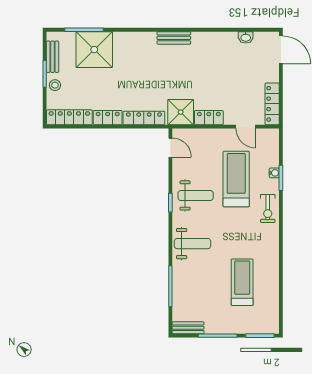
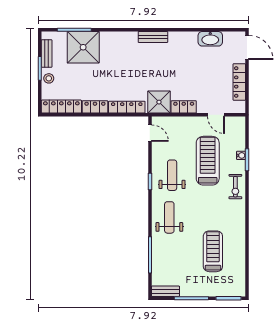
washbasin: (246, 37) -> (210, 39), width x1.91, depth x1.45
locker: (272, 104) -> (239, 82), moved
weight bench: (196, 195) -> (172, 175), turned -90
weight bench: (192, 244) -> (169, 217), turned -90

